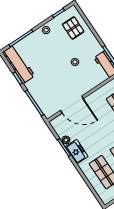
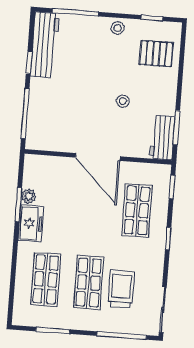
pallet: (73, 28) -> (156, 54), turned 90
door: (72, 105) -> (98, 157), moved

